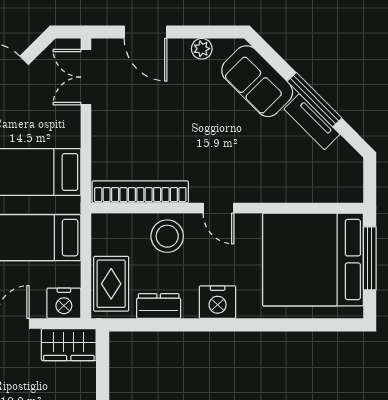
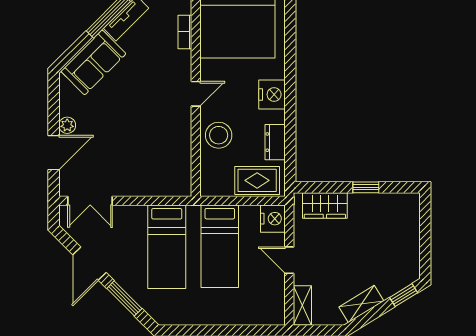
plant: (202, 49) -> (67, 125), moved
bookcase: (140, 192) -> (185, 32), moved, width x0.43, depth x0.76
wardrobe: (69, 345) -> (325, 205), moved, turned 90

